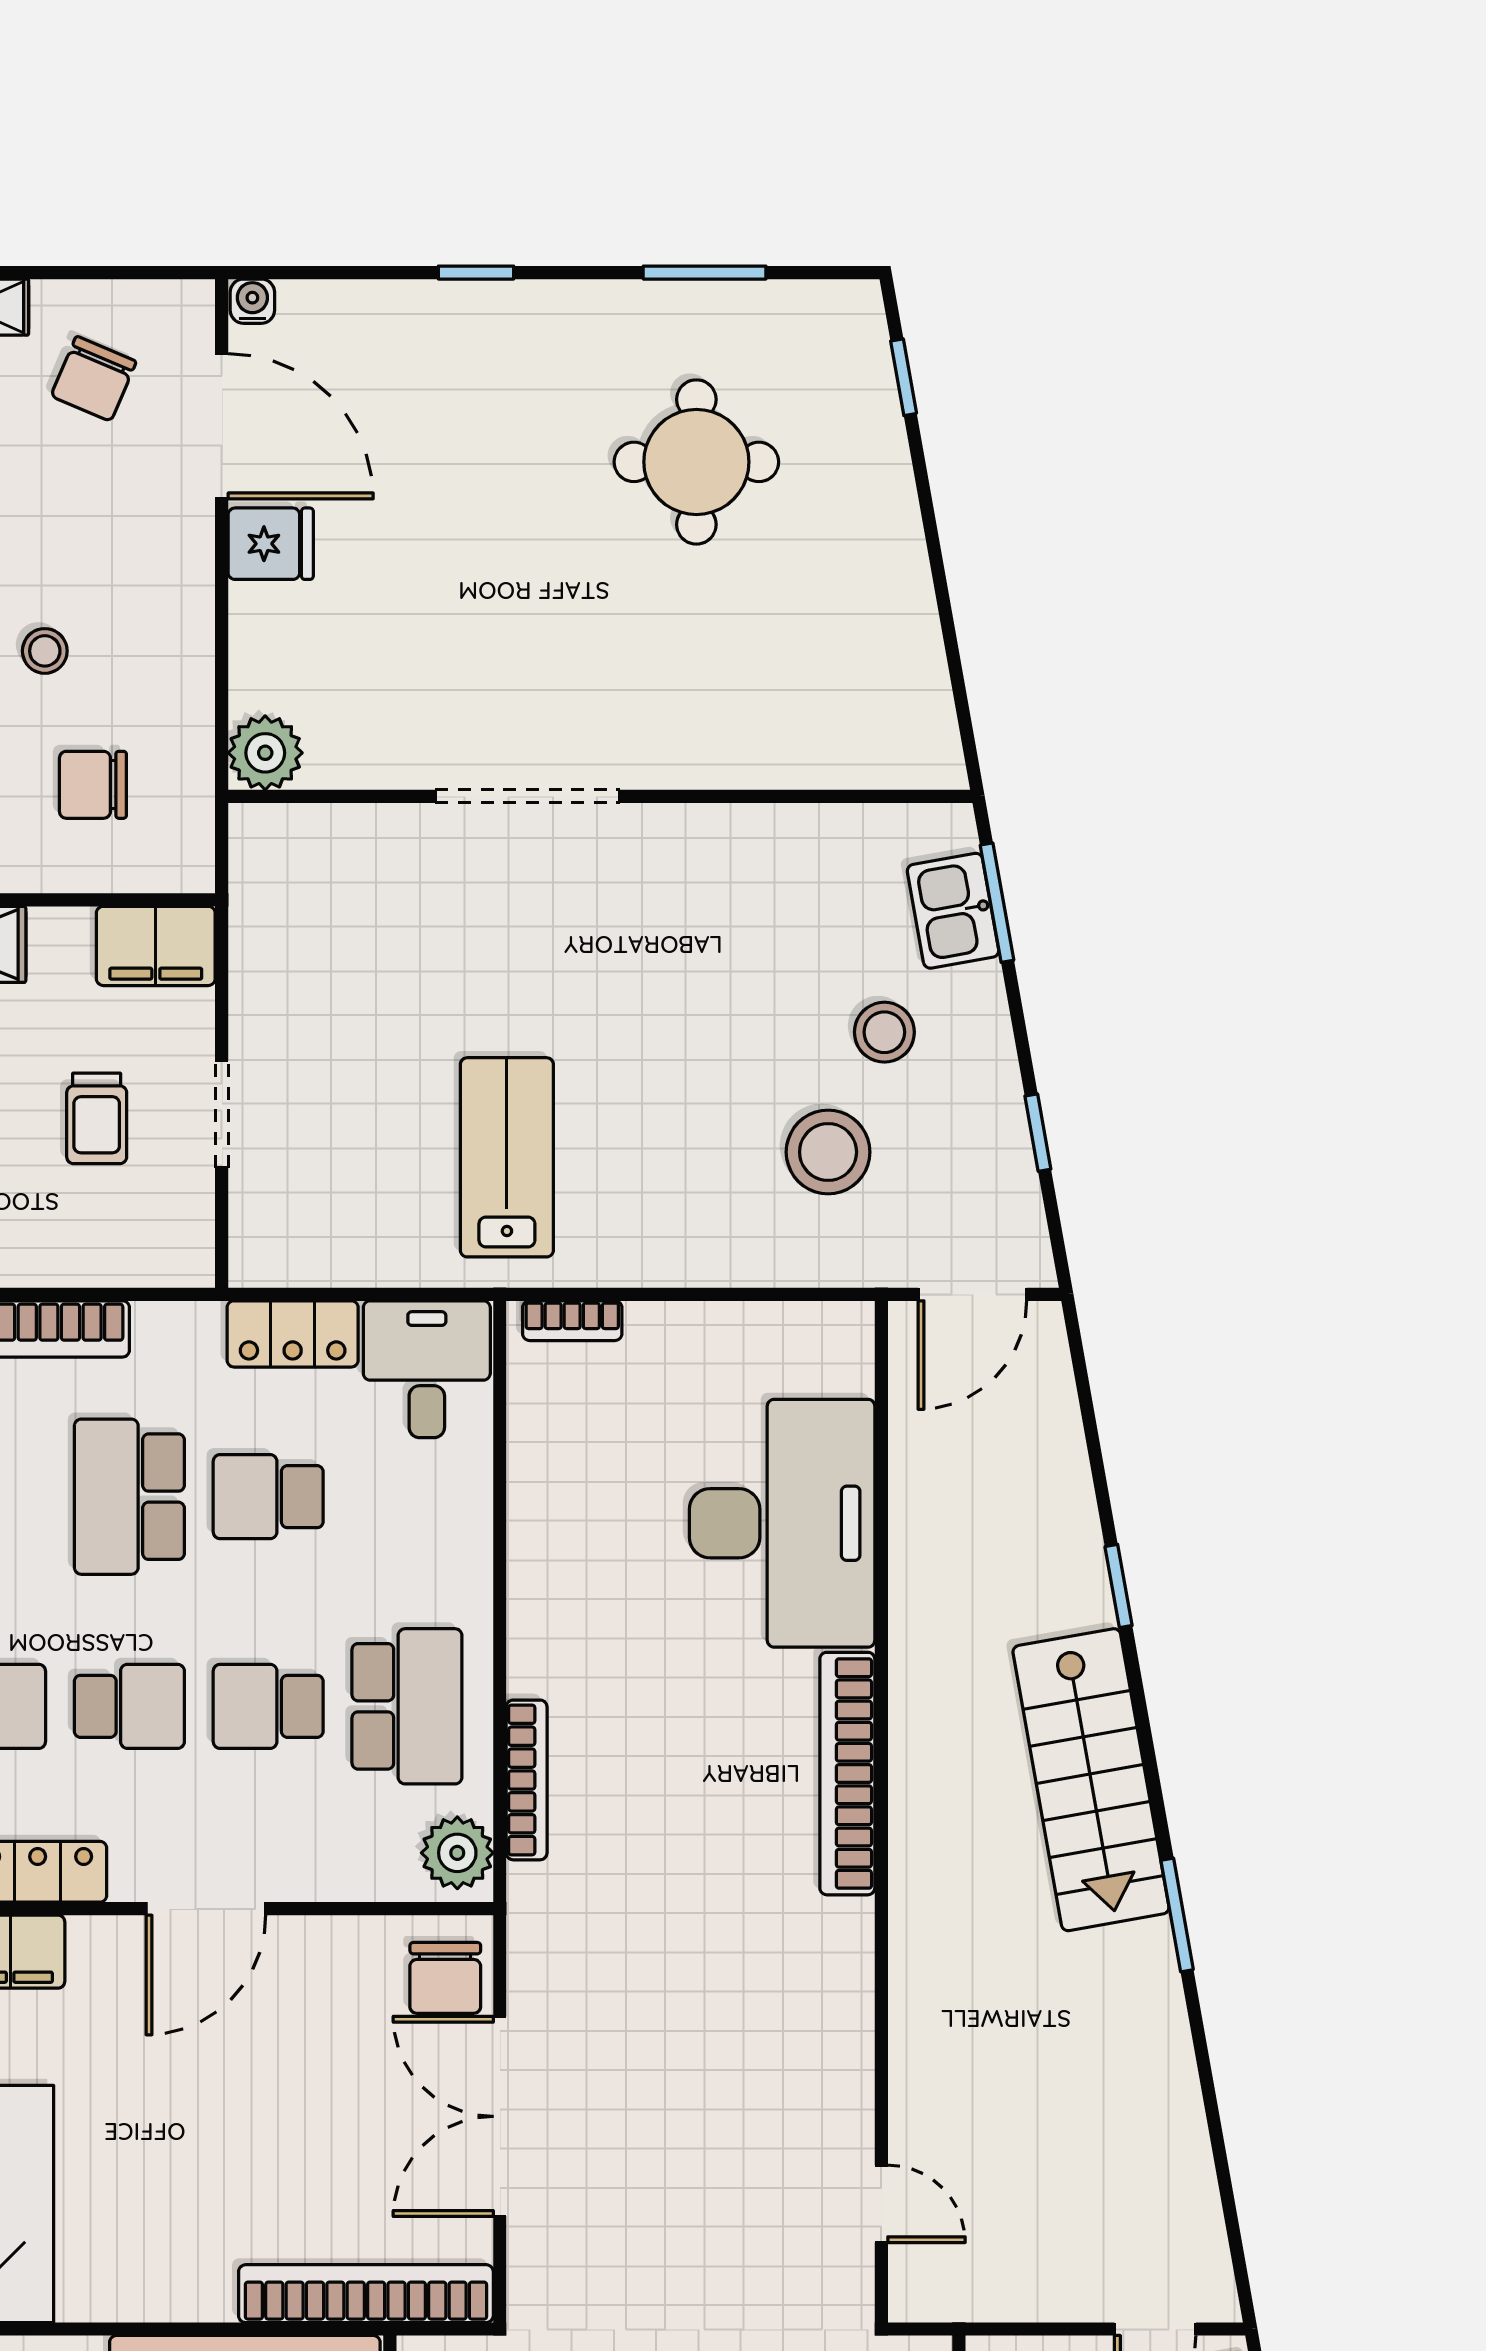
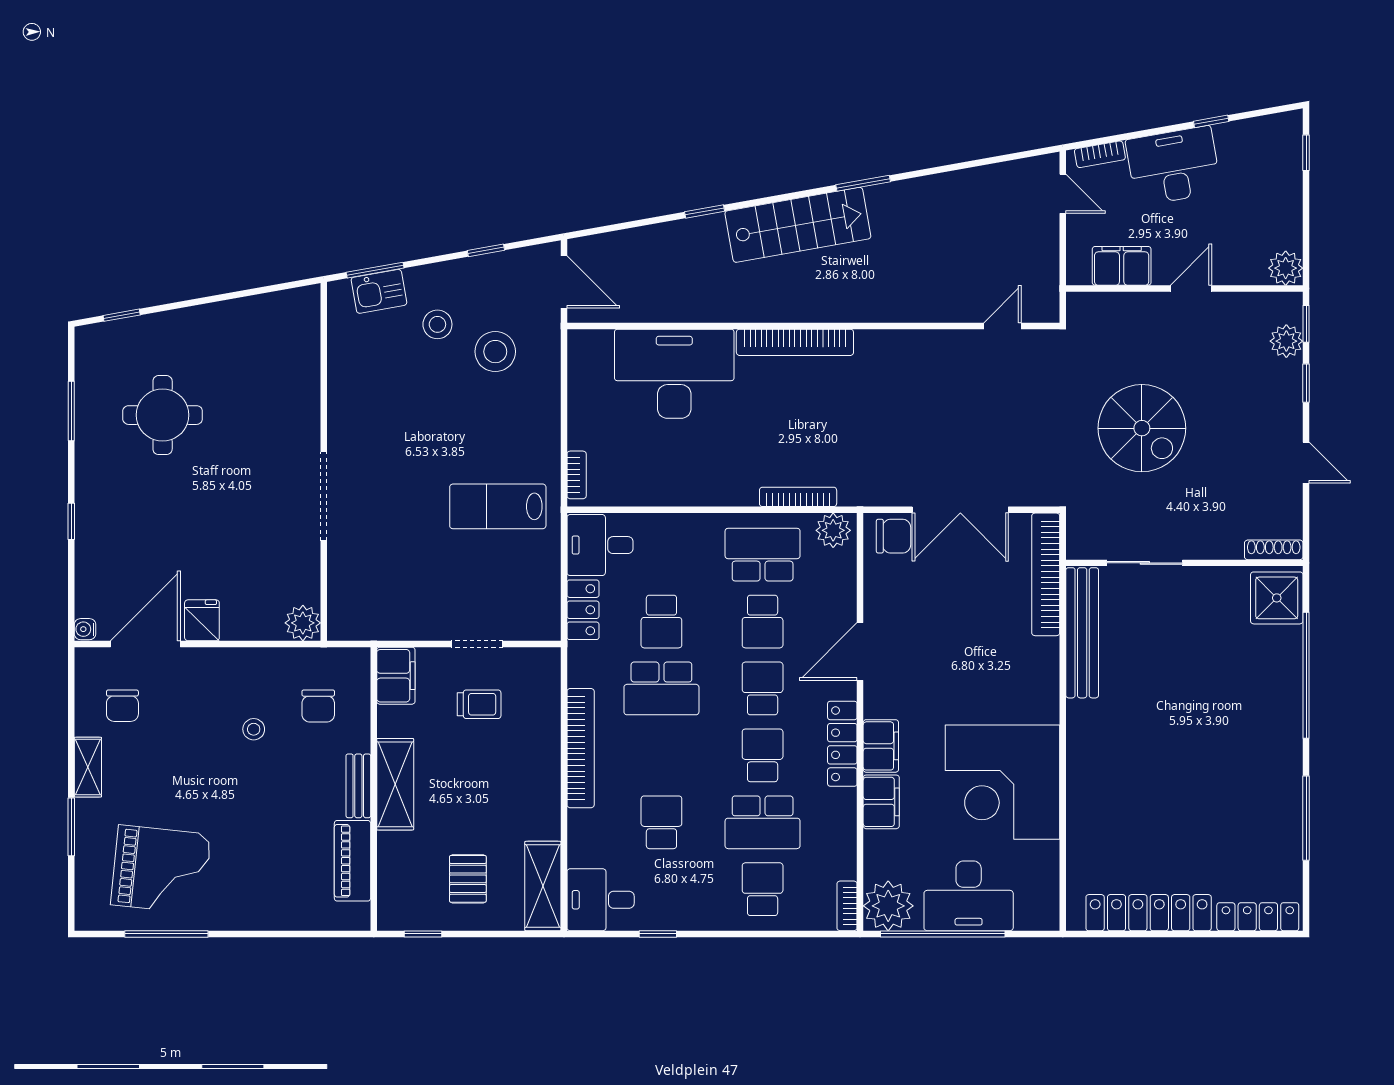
chair: (94, 379) -> (122, 706), turned 67
door: (206, 1909) -> (860, 652), swing flipped

